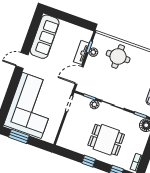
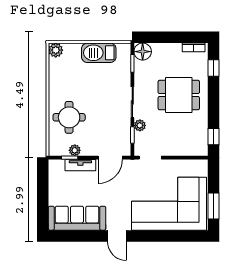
door: (79, 75) -> (110, 158), hinge flipped
dining table: (106, 140) -> (179, 95), turned 90
window: (89, 161) -> (213, 137), moved

